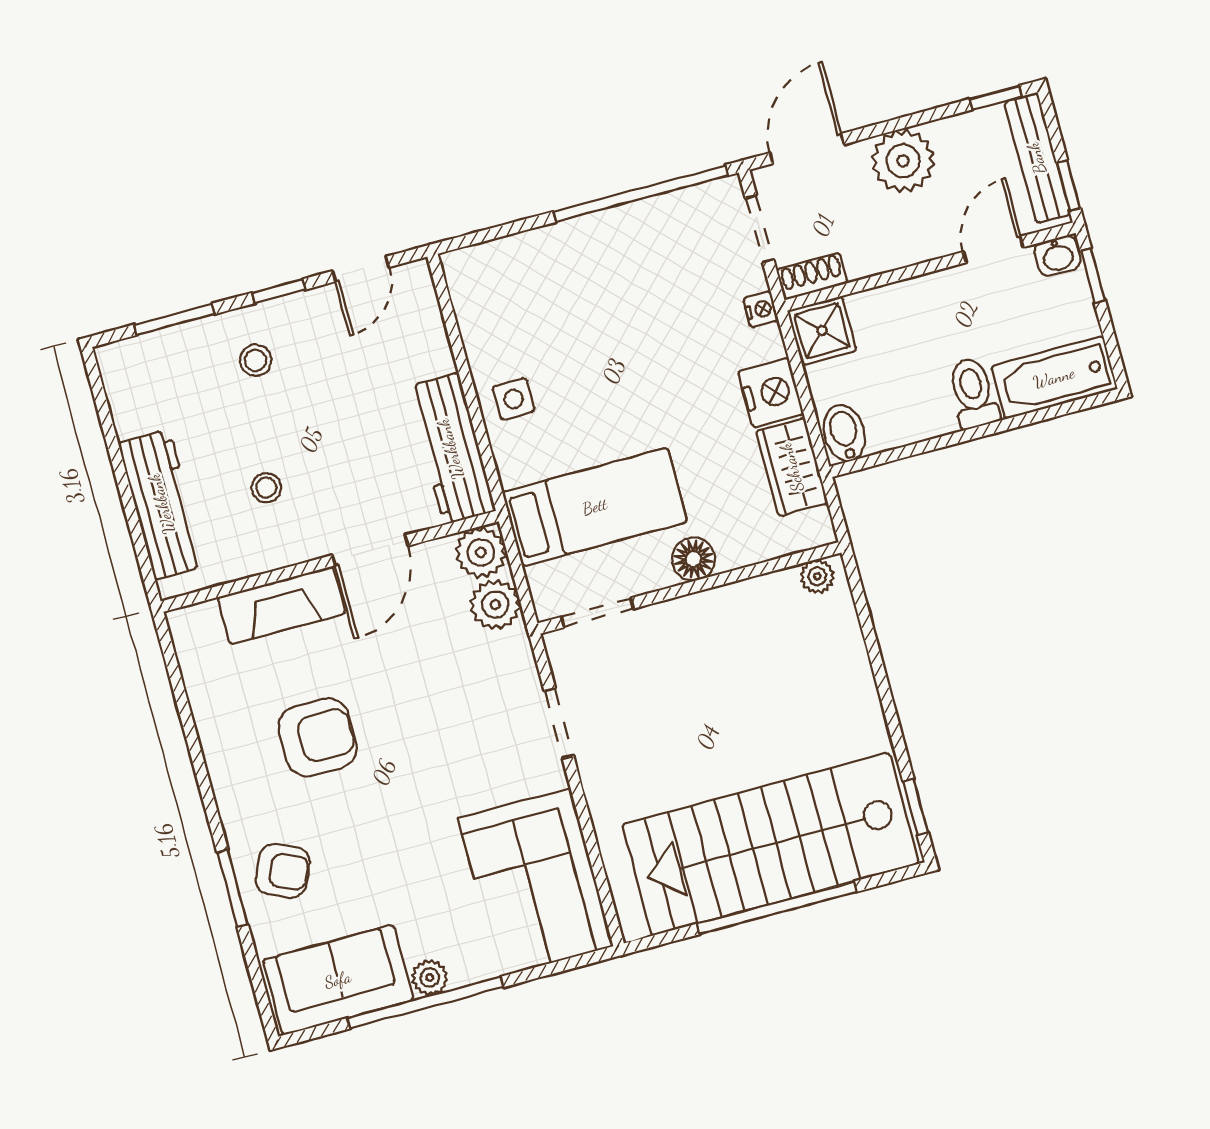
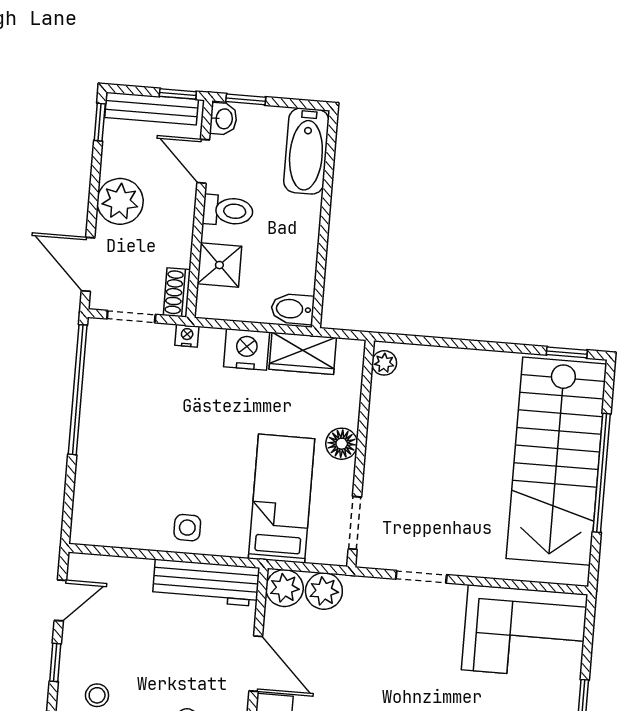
door: (361, 269) -> (60, 600), hinge flipped
shower: (822, 331) -> (219, 265), moved
toilet: (973, 393) -> (228, 211), moved, turned 180

